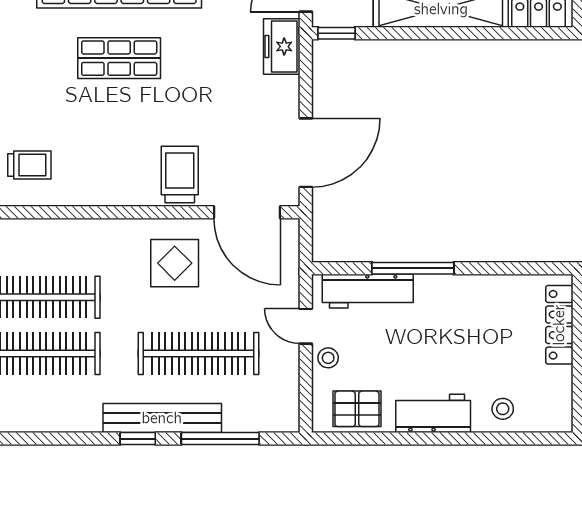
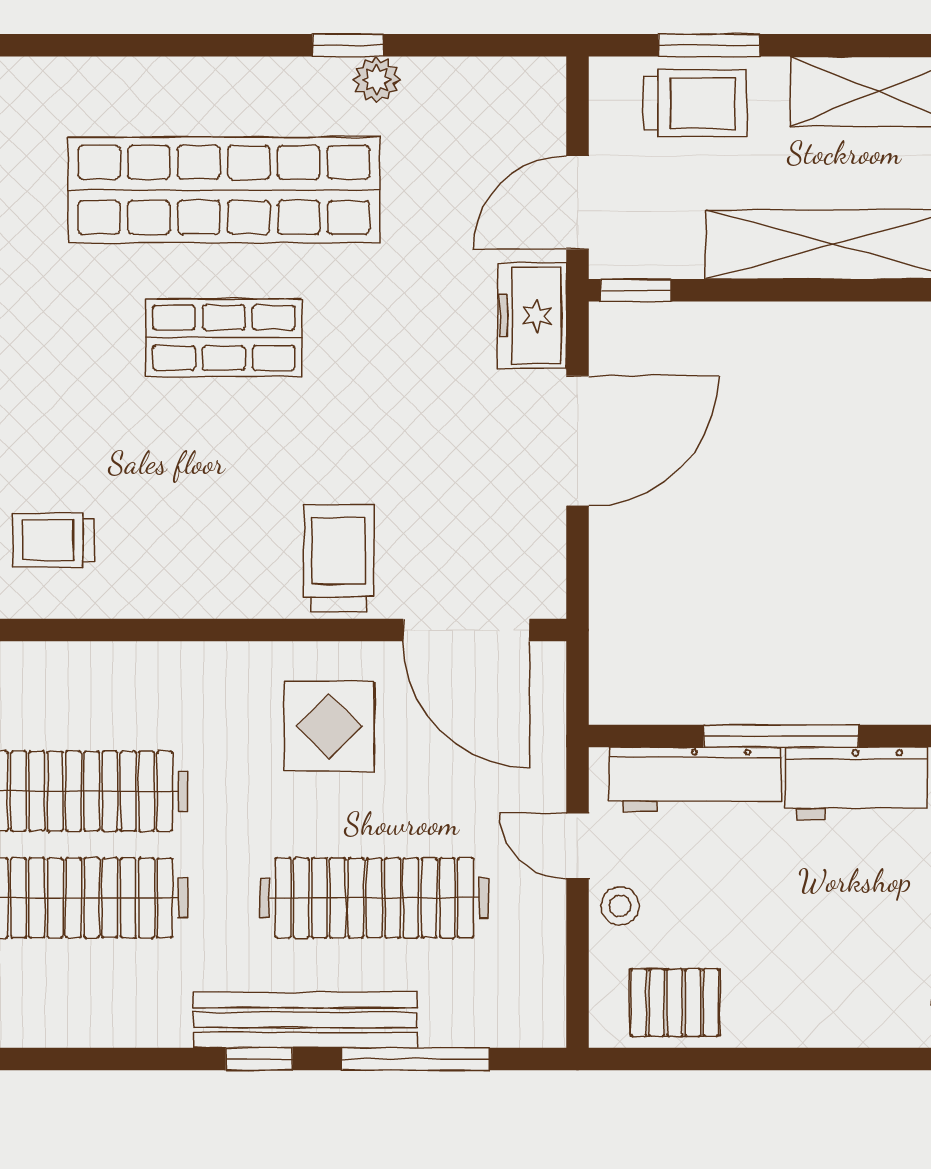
door: (306, 153) -> (578, 441), moved
trolley: (29, 165) -> (53, 540), turned 180
workbench: (433, 413) -> (856, 784), moved, turned 180

